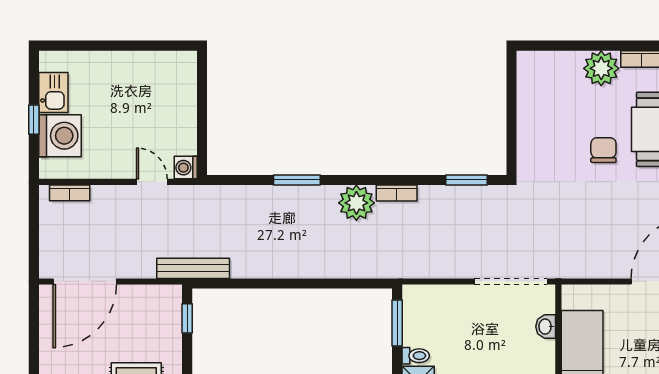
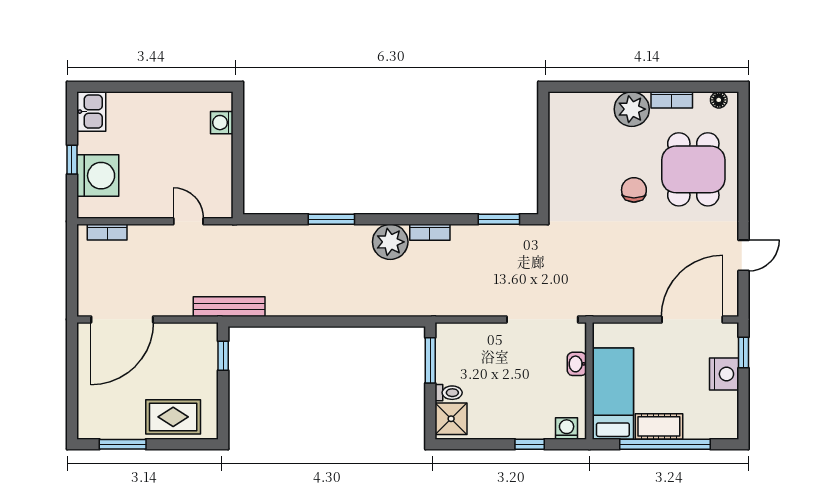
kitchen sink: (53, 92) -> (91, 112), moved
washing machine: (186, 168) -> (222, 123), moved

